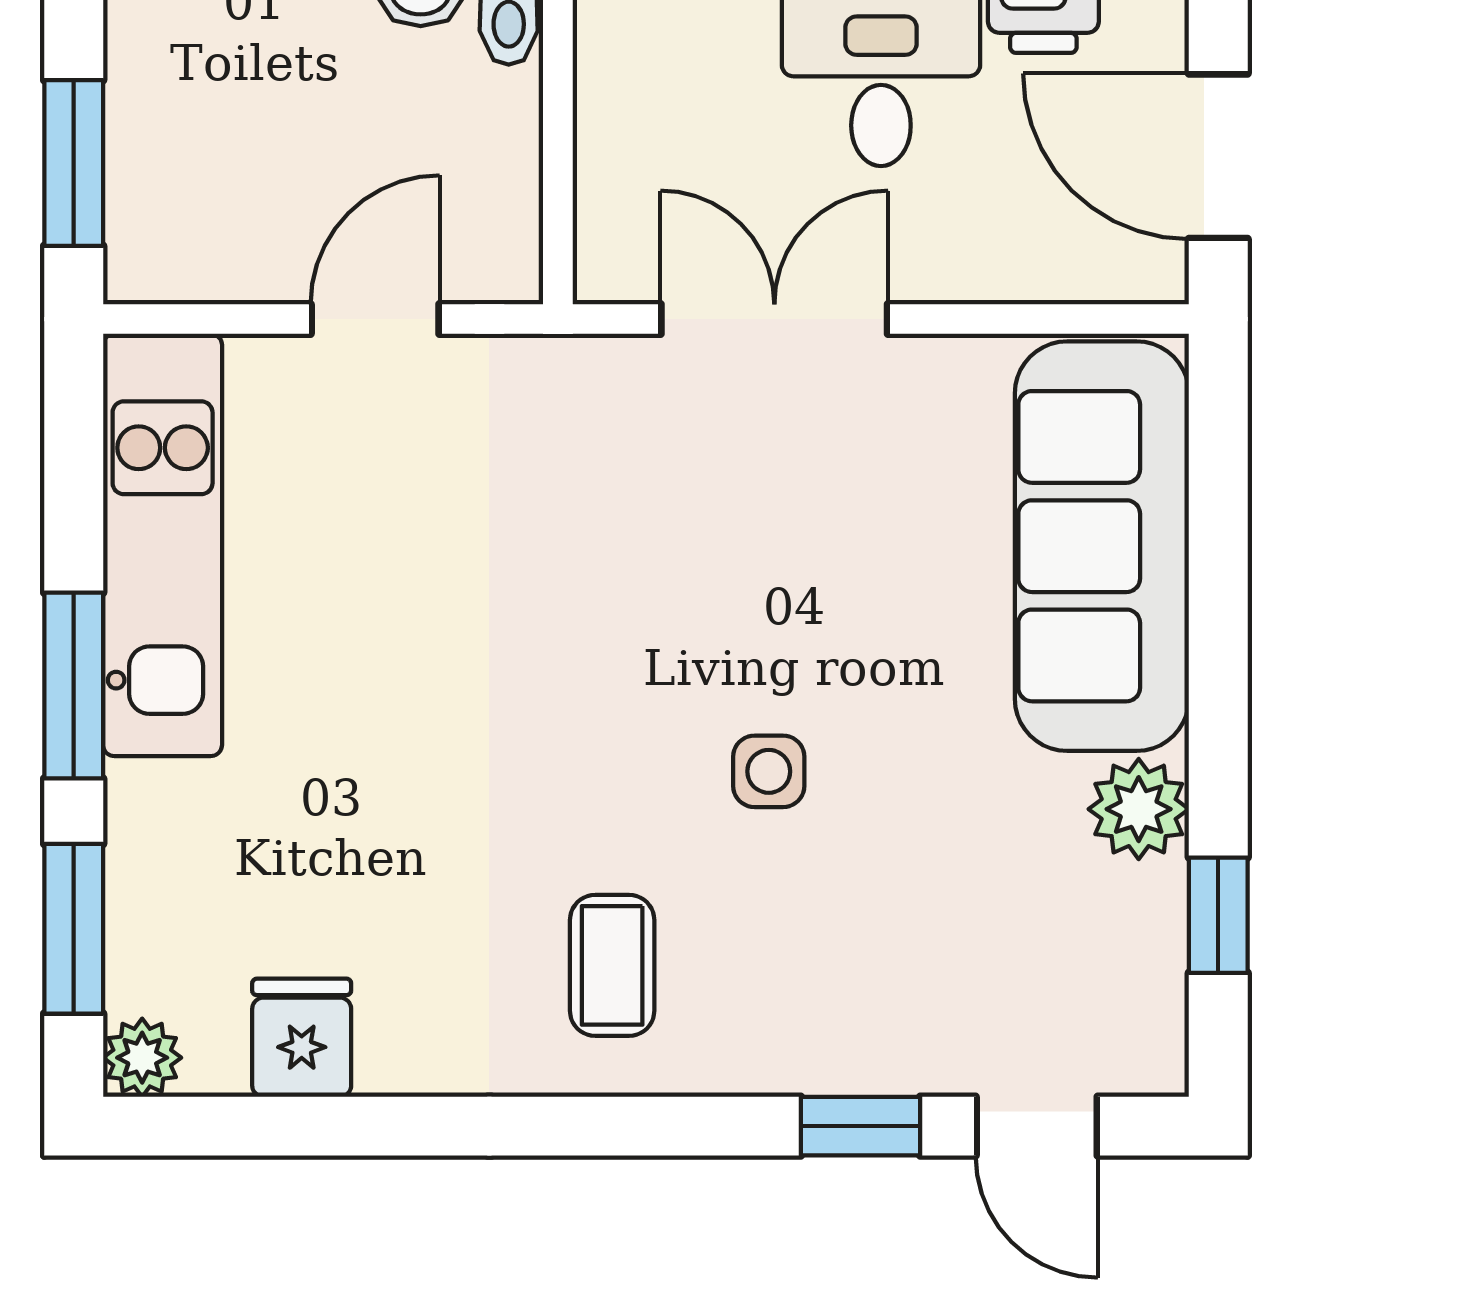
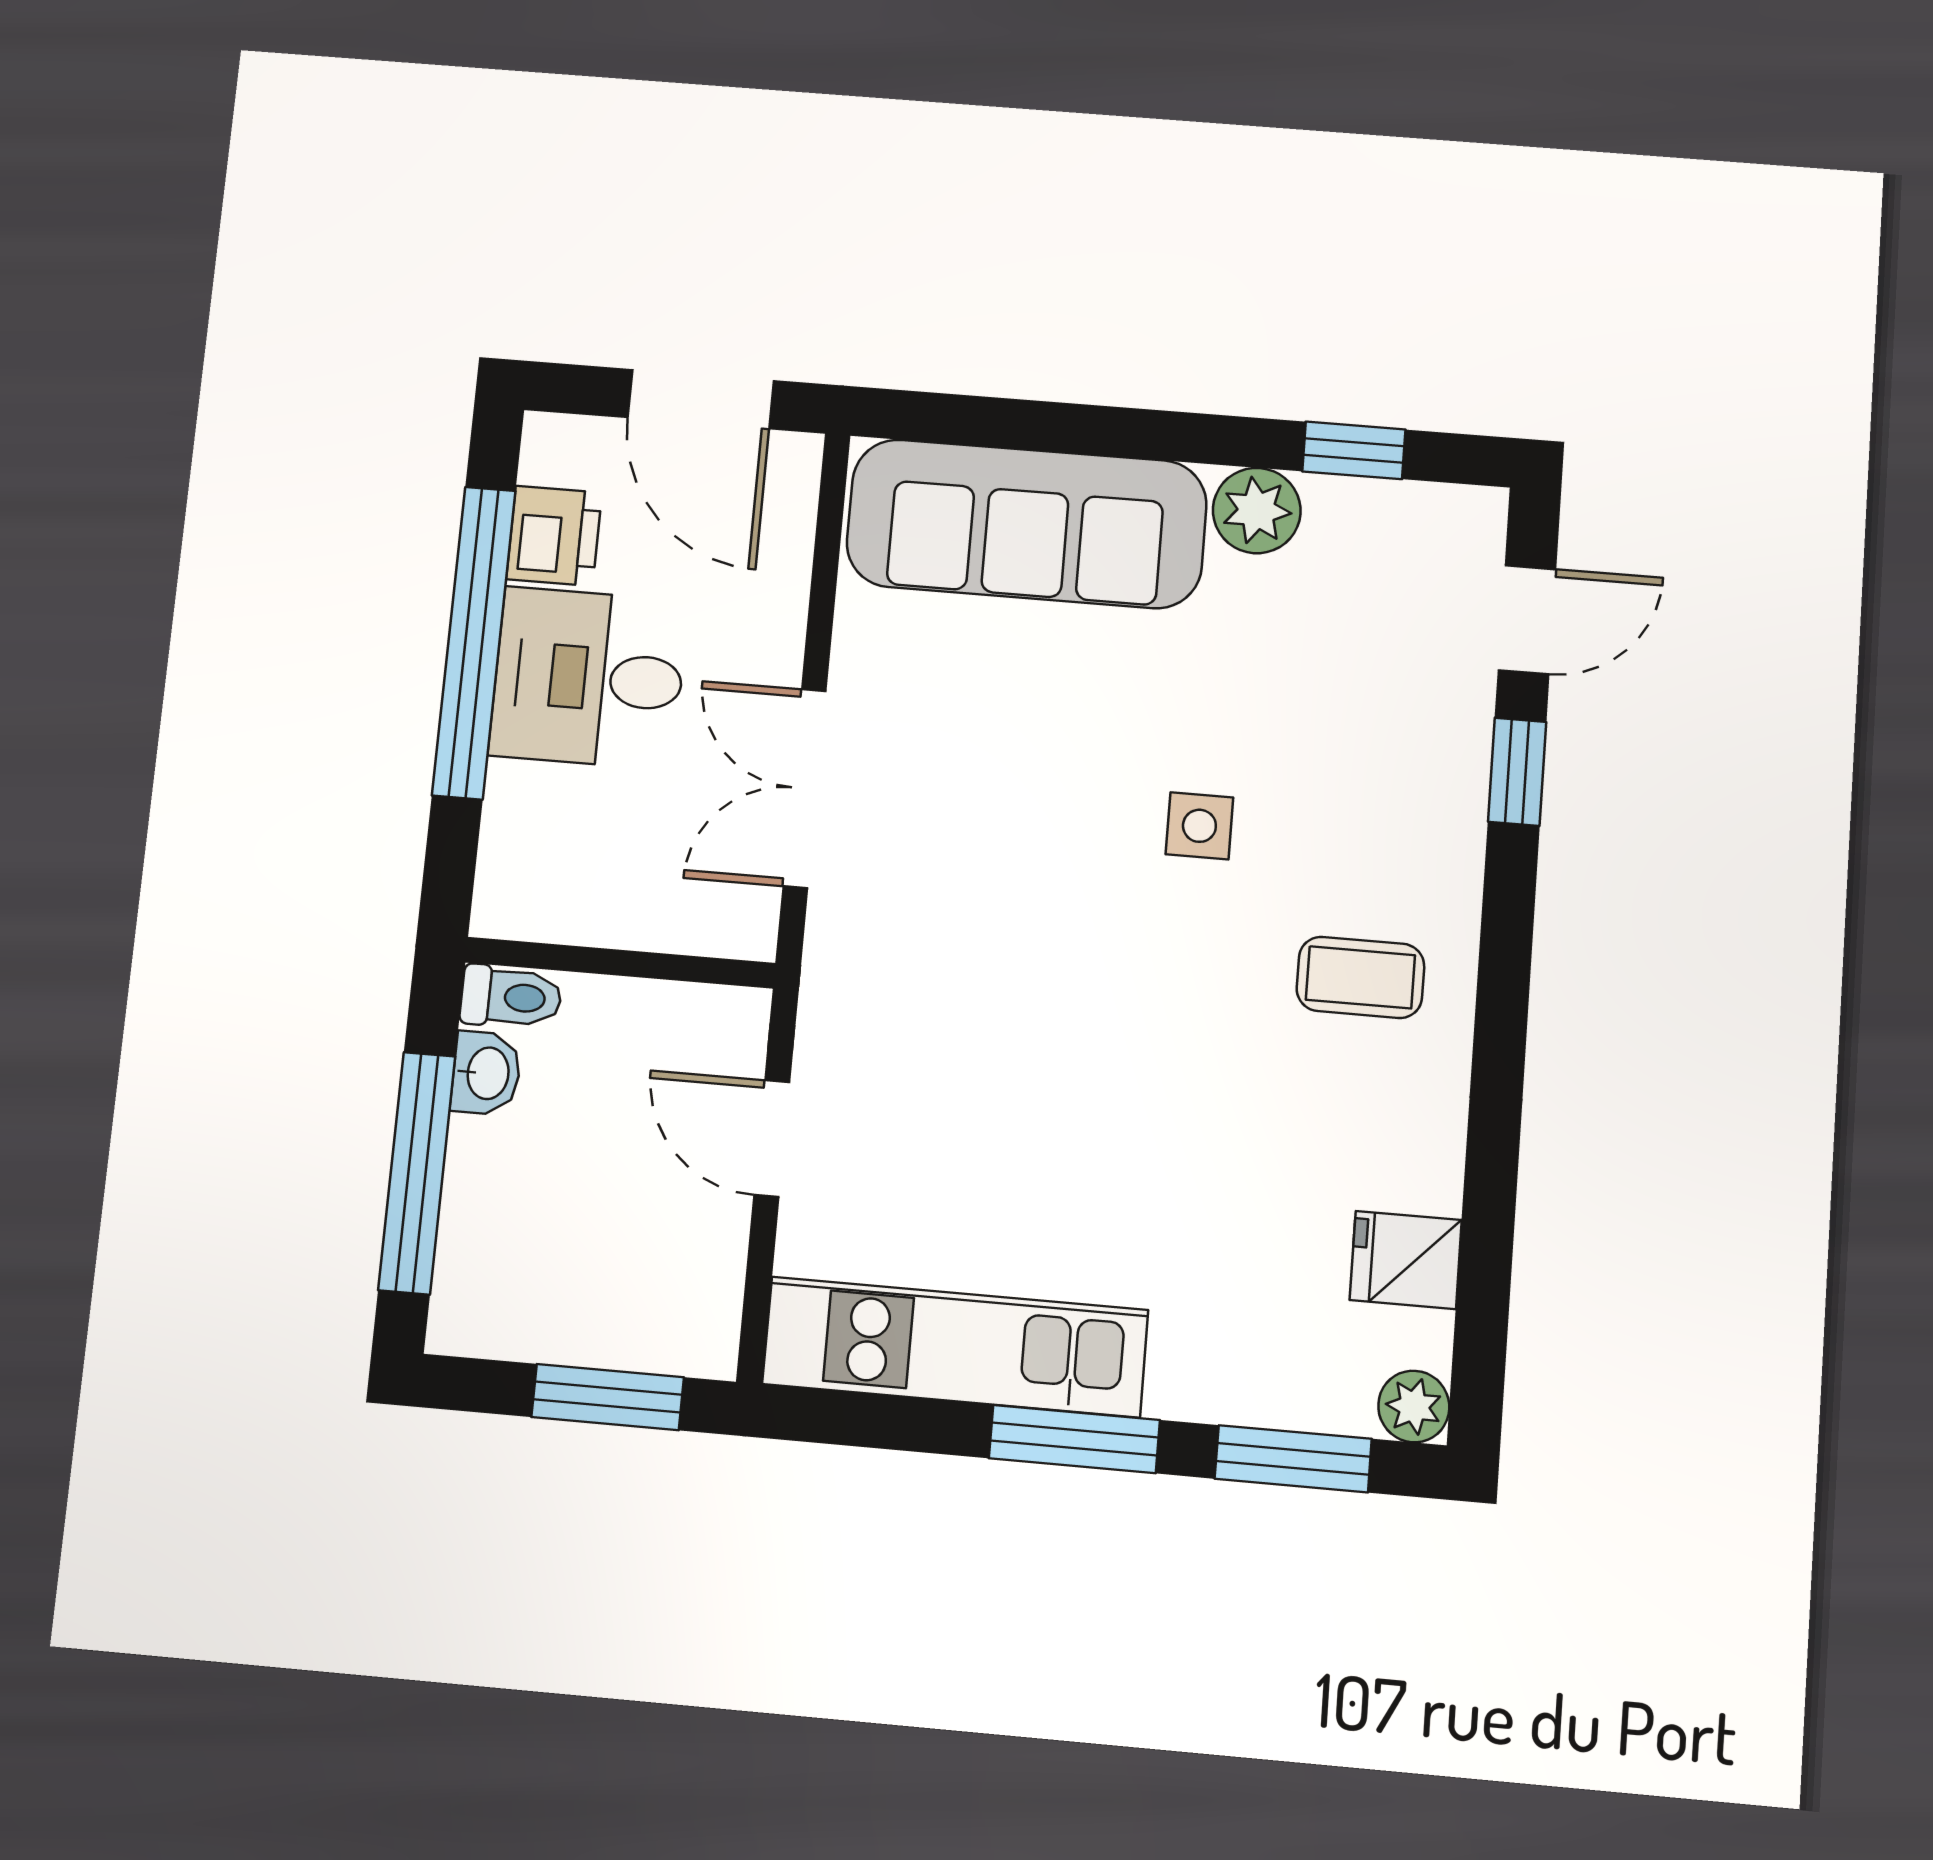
door: (1218, 156) -> (701, 399), hinge flipped

